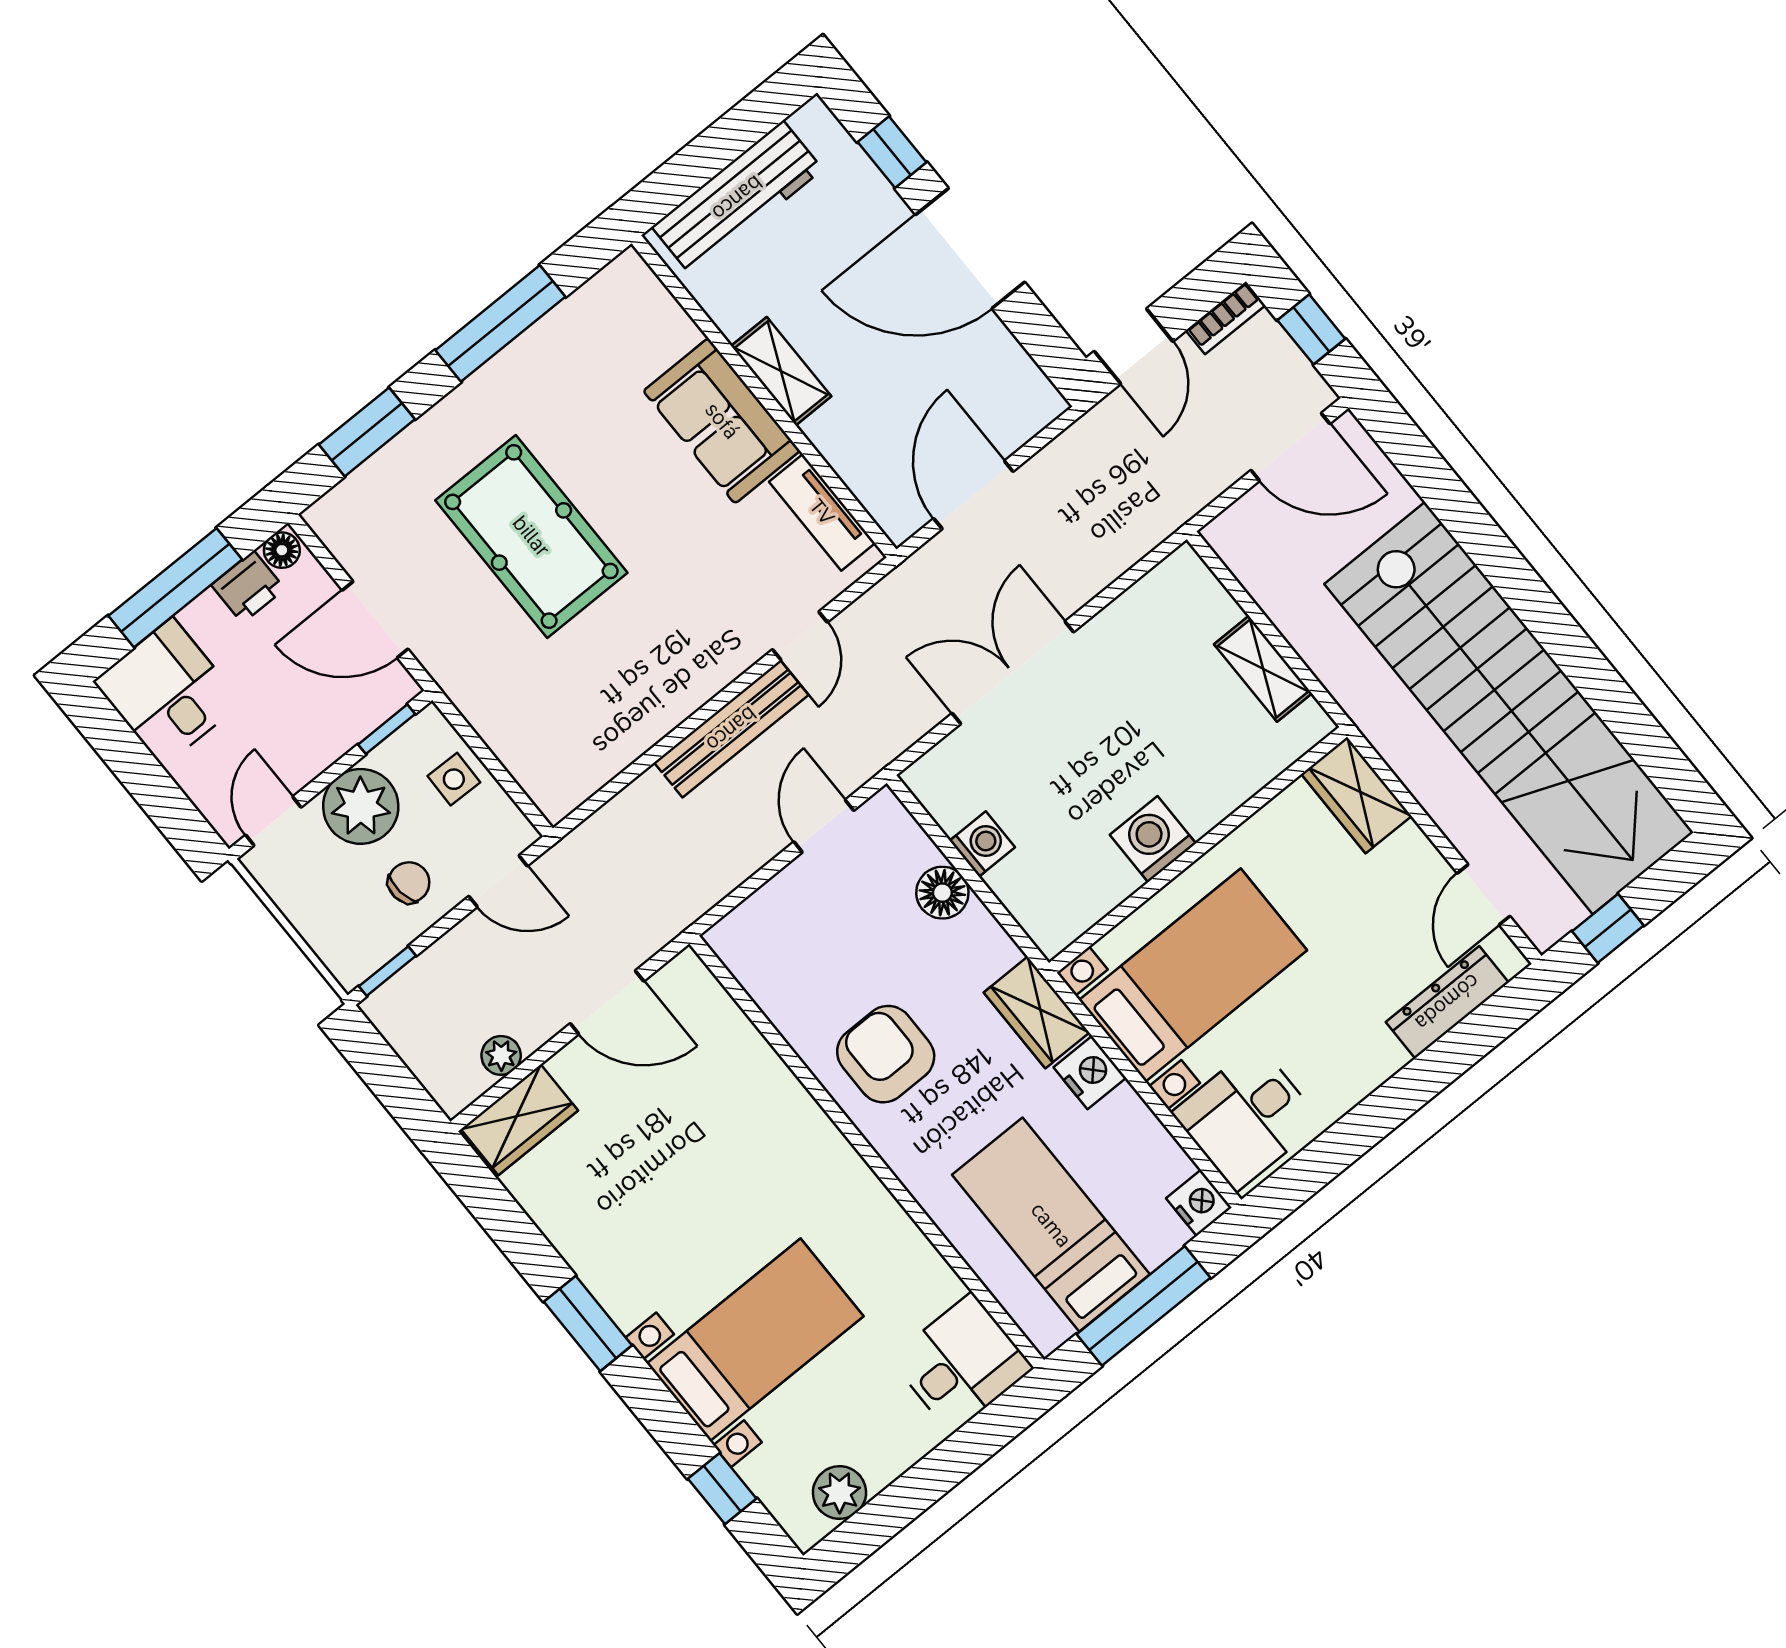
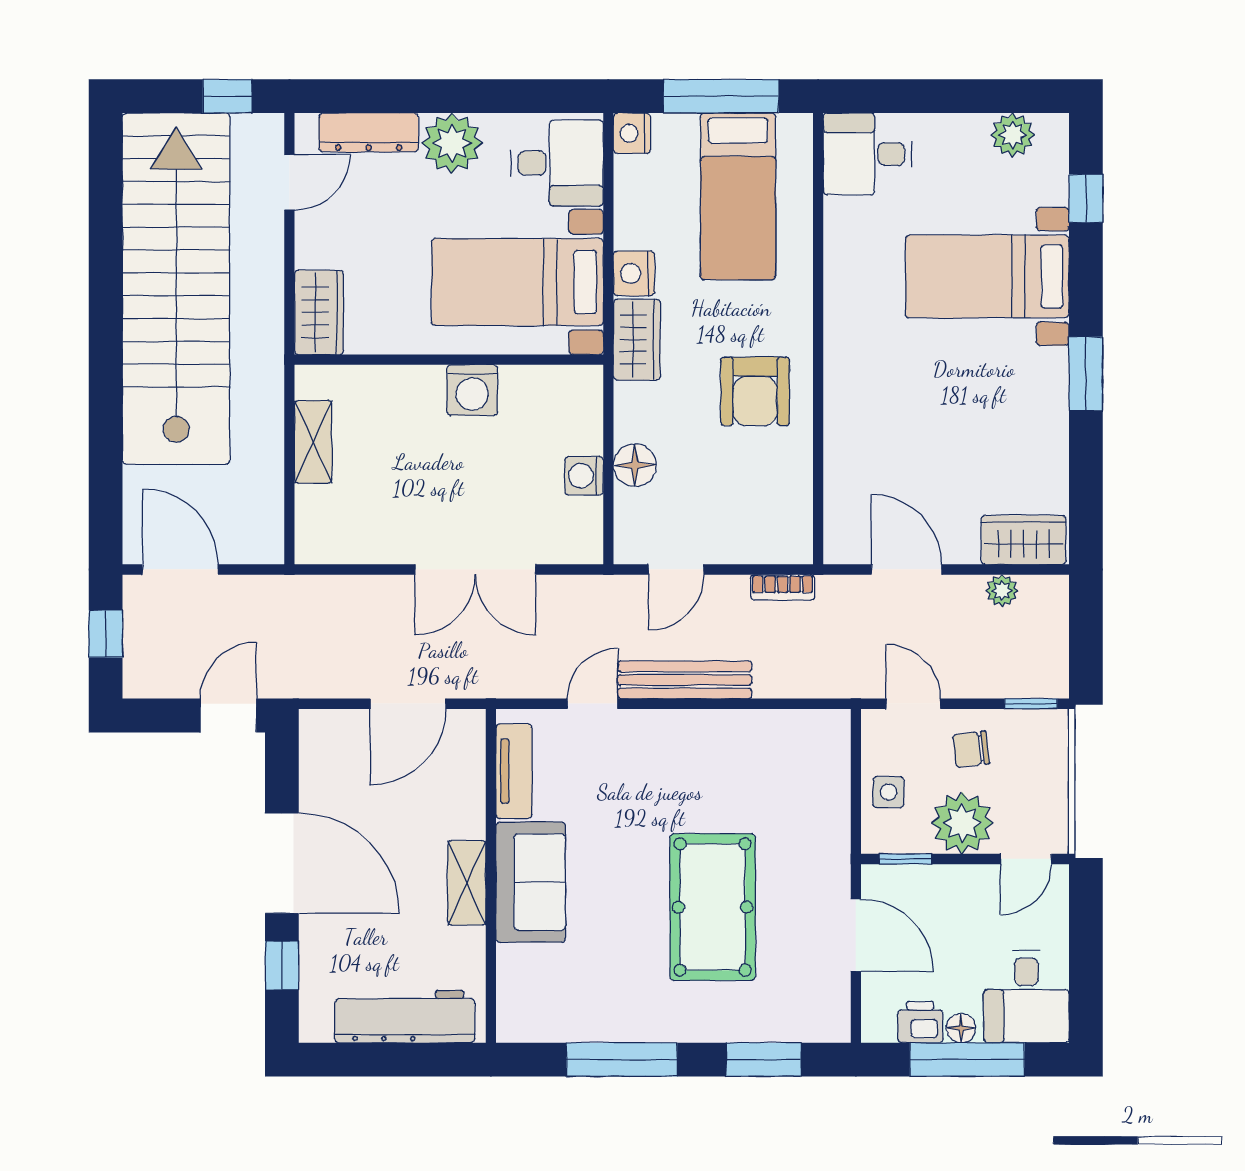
bookcase: (1226, 318) -> (783, 587), moved, turned 180
floor lamp: (282, 550) -> (961, 1028), moved
plant: (1361, 1056) -> (452, 143), added

